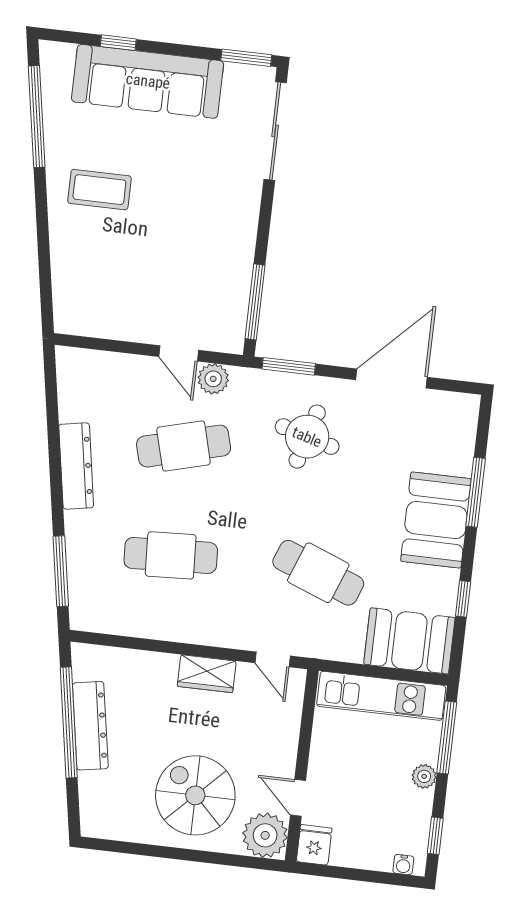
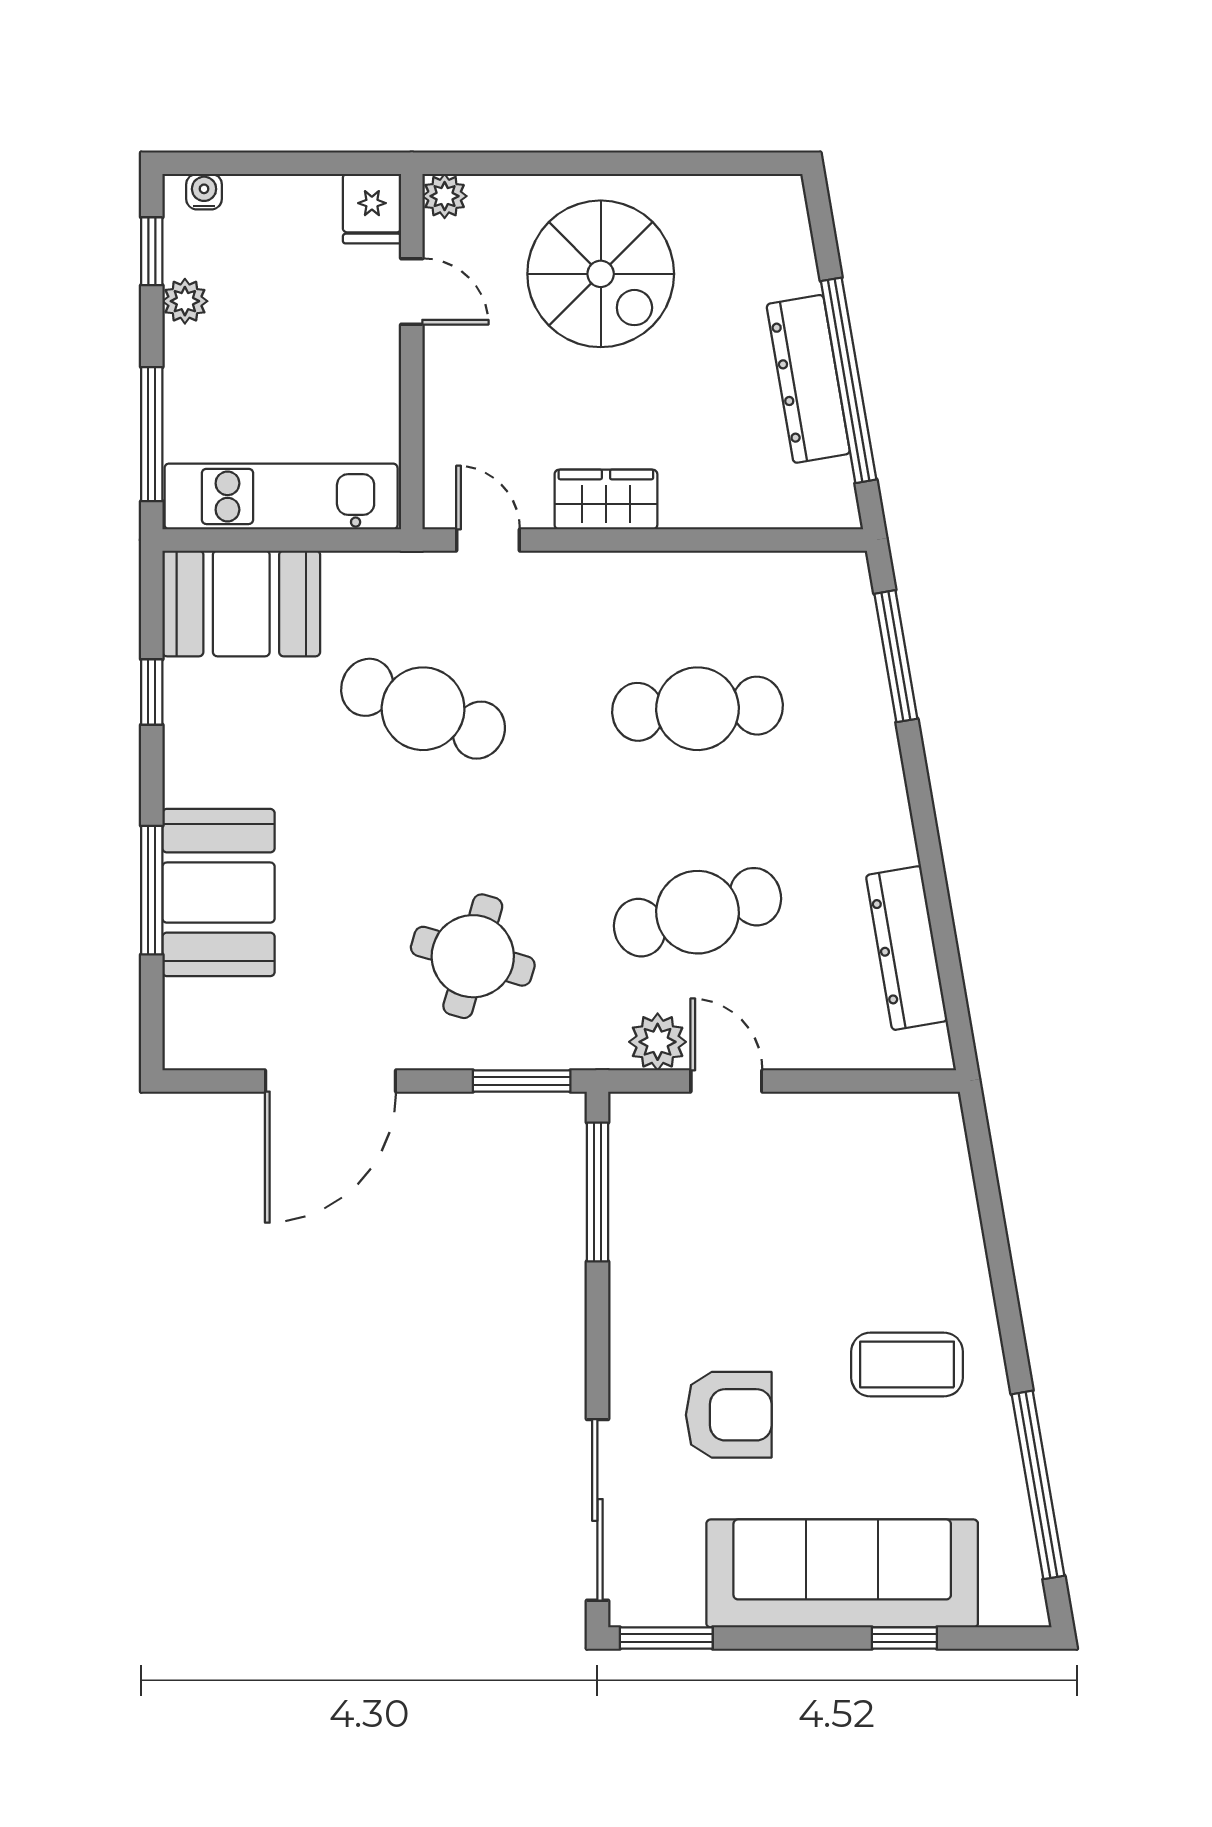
armchair: (199, 174) -> (729, 1415), added
dresser: (76, 466) -> (907, 948), moved
booth: (436, 520) -> (219, 893), moved
plant: (424, 776) -> (185, 301), moved
plant: (265, 835) -> (445, 196), width x0.53, depth x0.53

